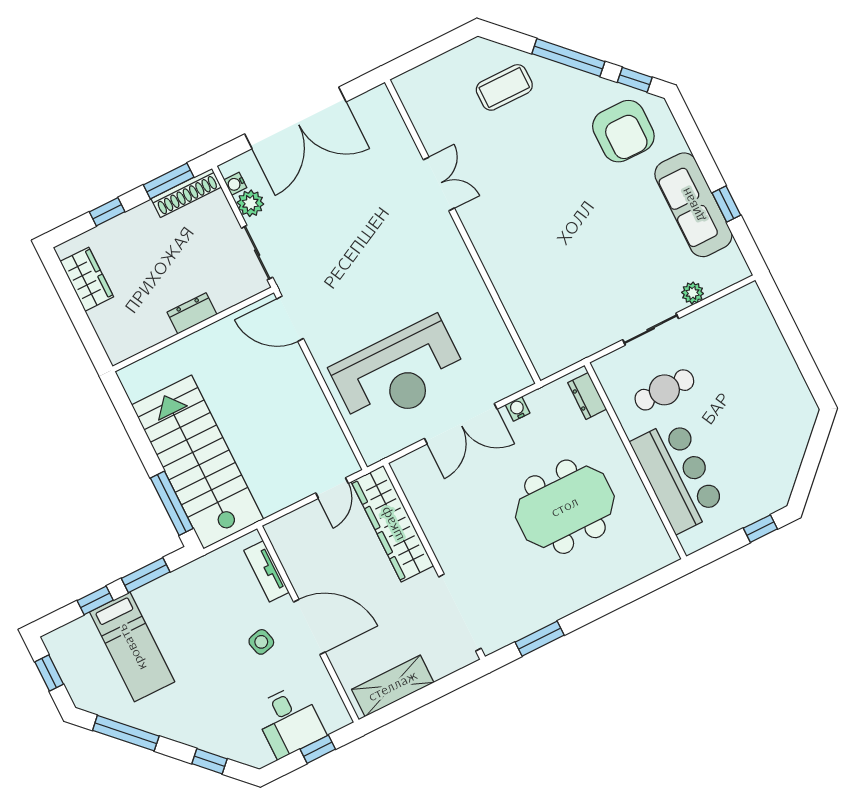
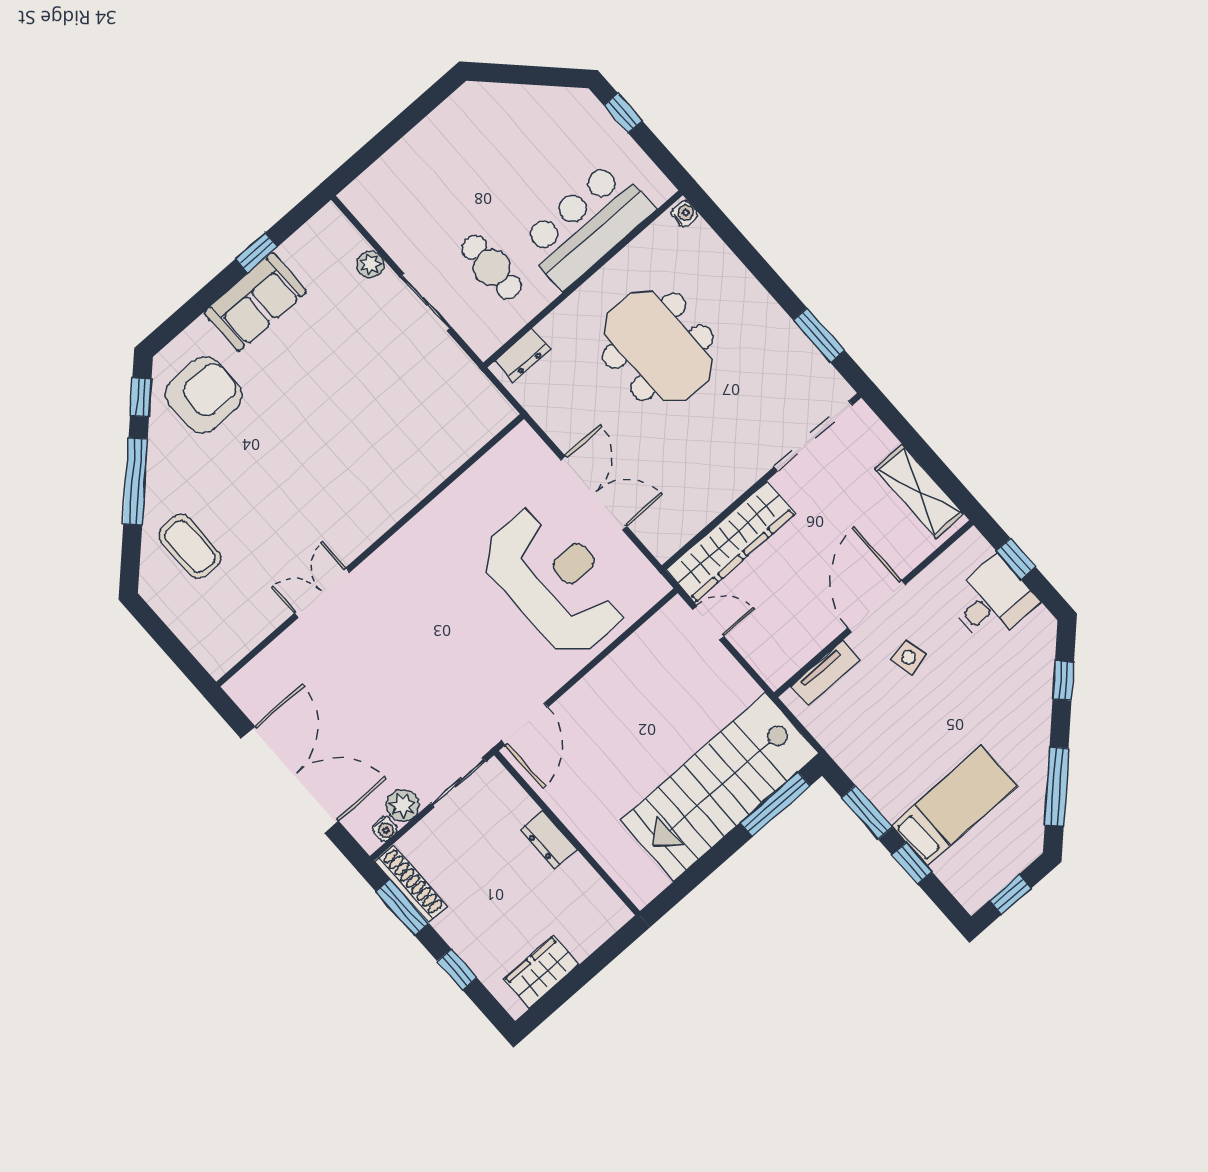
sofa: (693, 205) -> (255, 302), width x0.73
water cooler: (518, 409) -> (684, 214), moved, turned 180

